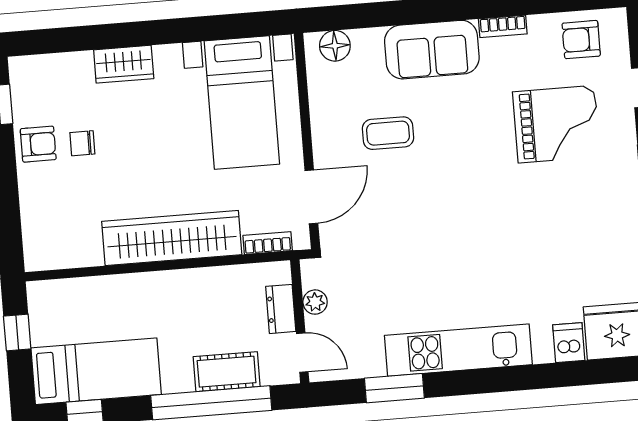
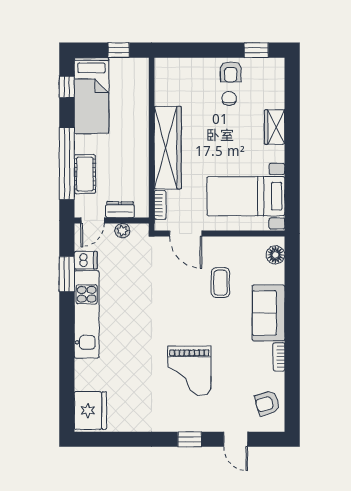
armchair: (581, 40) -> (267, 403), turned -107
grand piano: (556, 124) -> (189, 371), moved
dishwasher: (569, 343) -> (86, 260), moved

